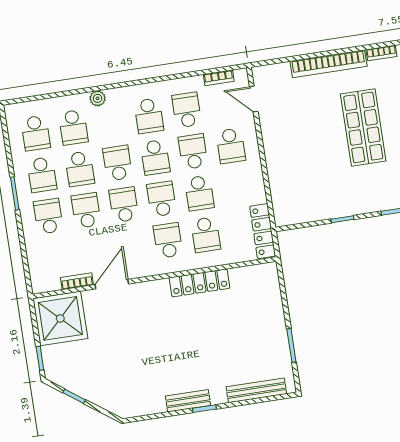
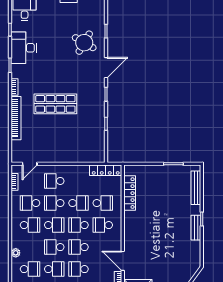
school desk: (231, 146) -> (54, 181), turned 180
locker: (199, 283) -> (130, 193), moved

